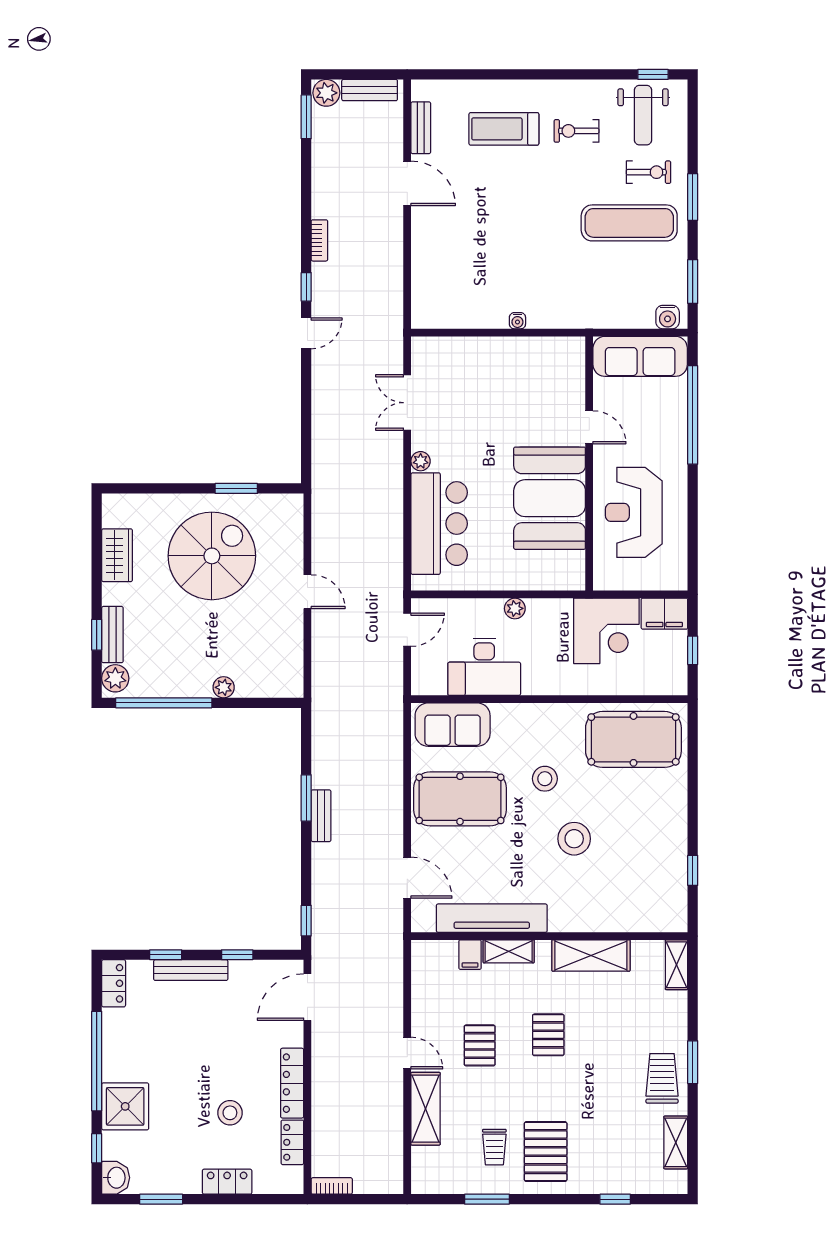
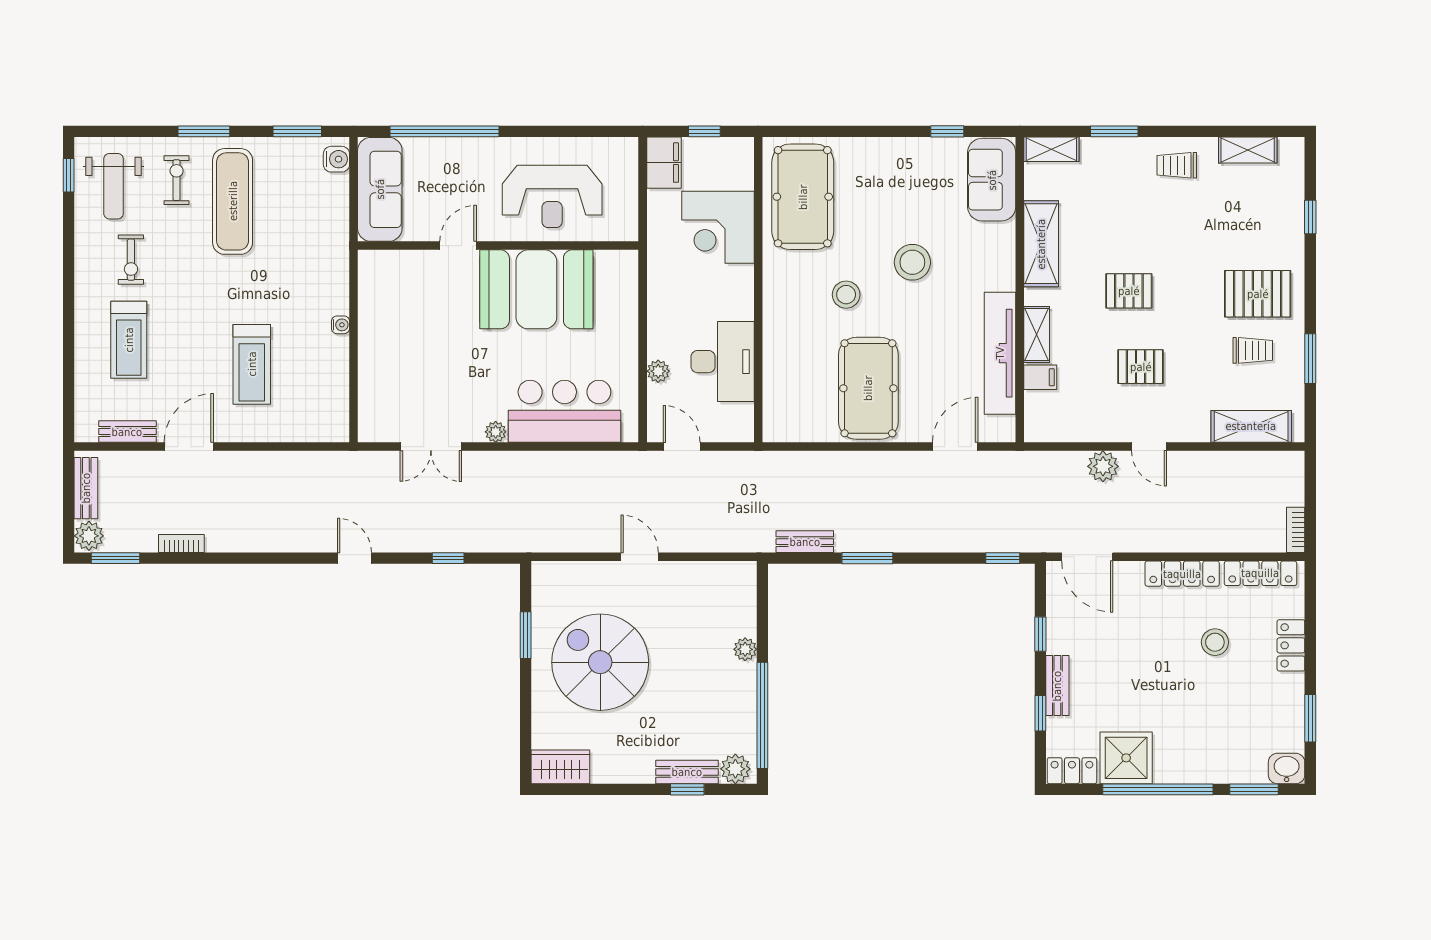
weight bench: (643, 115) -> (114, 186), turned 90
bookcase: (319, 240) -> (181, 543), moved
treadmill: (482, 240) -> (252, 364), added
window: (306, 287) -> (448, 558), moved
wardrobe: (117, 555) -> (560, 767), moved
door: (307, 592) -> (640, 557), hinge flipped
plant: (515, 608) -> (658, 371), moved
corner desk: (606, 631) -> (718, 227), moved, turned 180
sofa: (453, 725) -> (992, 180), moved, turned 180
bench: (321, 816) -> (805, 542), moved
bench: (191, 970) -> (1057, 686), width x0.73
plant: (389, 1011) -> (1103, 466), added
door: (407, 1053) -> (1149, 447), swing flipped
window: (693, 1062) -> (1114, 131), moved
trolley: (662, 1078) -> (1177, 165), width x0.73, depth x0.72
shower: (125, 1106) -> (1126, 758), moved
shelving: (425, 1109) -> (1251, 426), moved
locker: (292, 1142) -> (1260, 573), width x1.53
window: (97, 1148) -> (1254, 789), width x1.50

